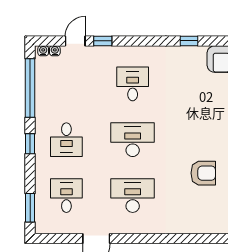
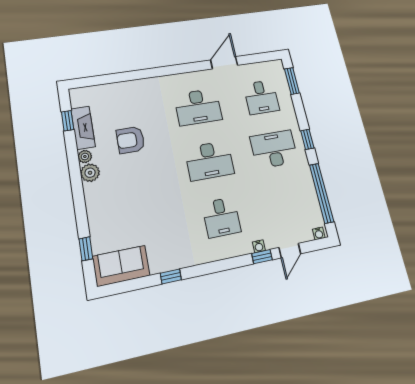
water cooler: (55, 51) -> (259, 246), moved
desk: (66, 140) -> (274, 149), width x1.37

